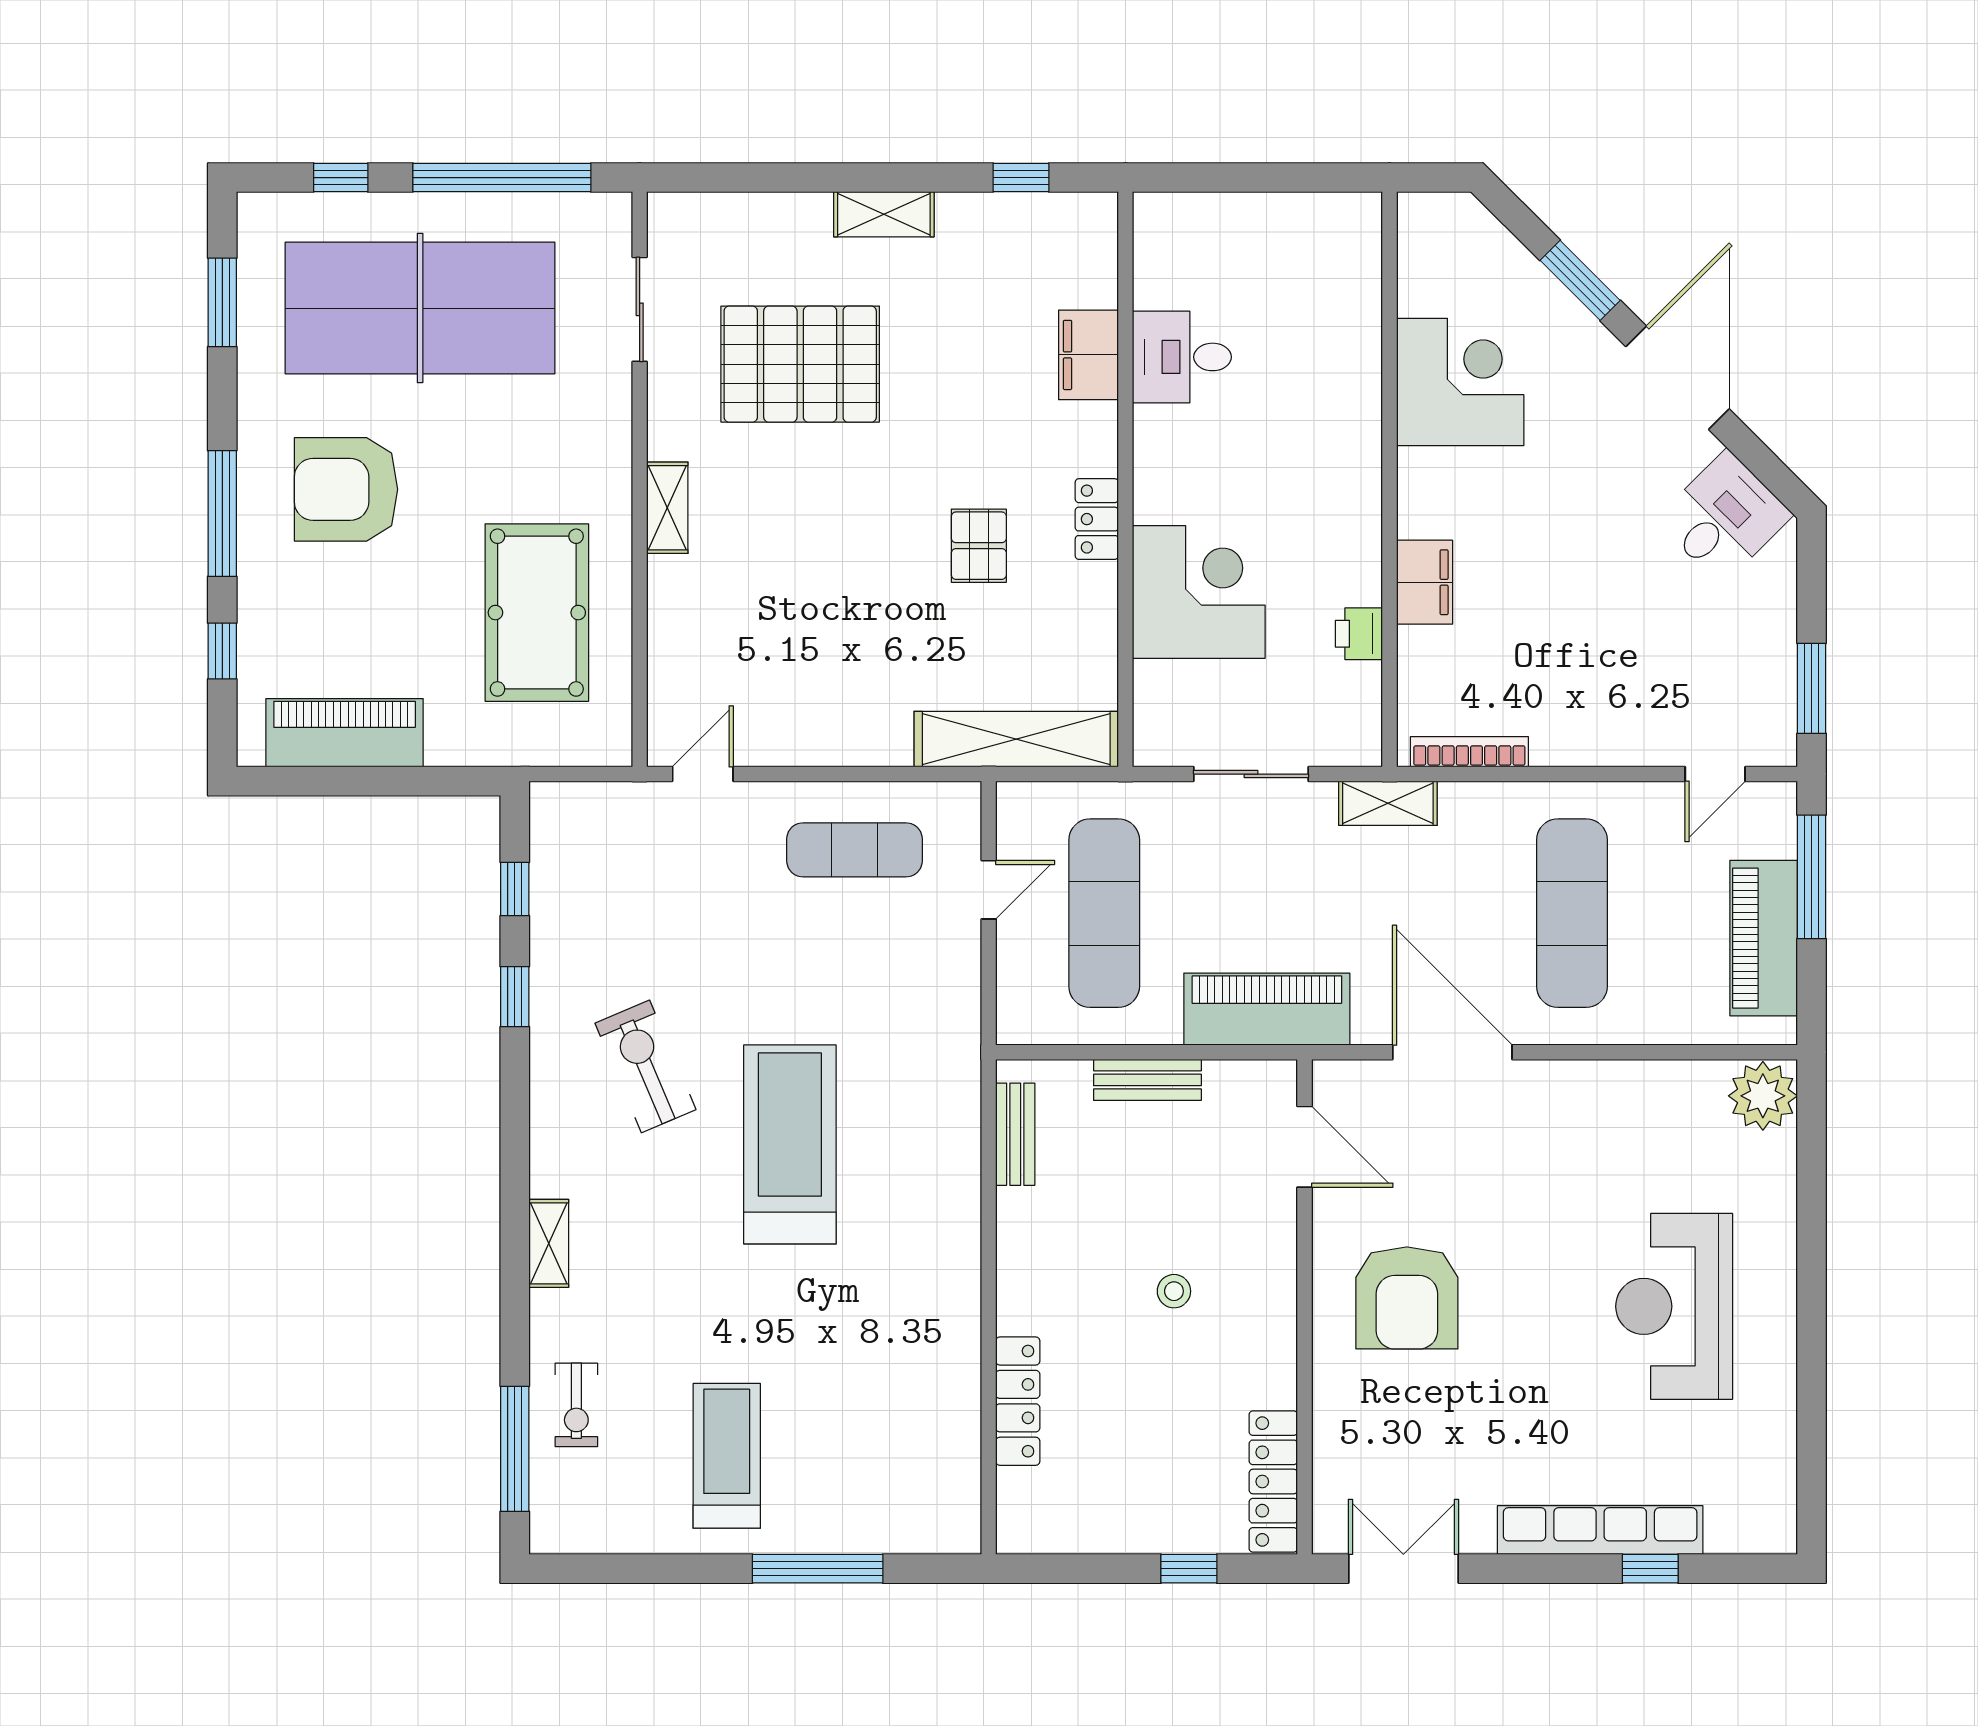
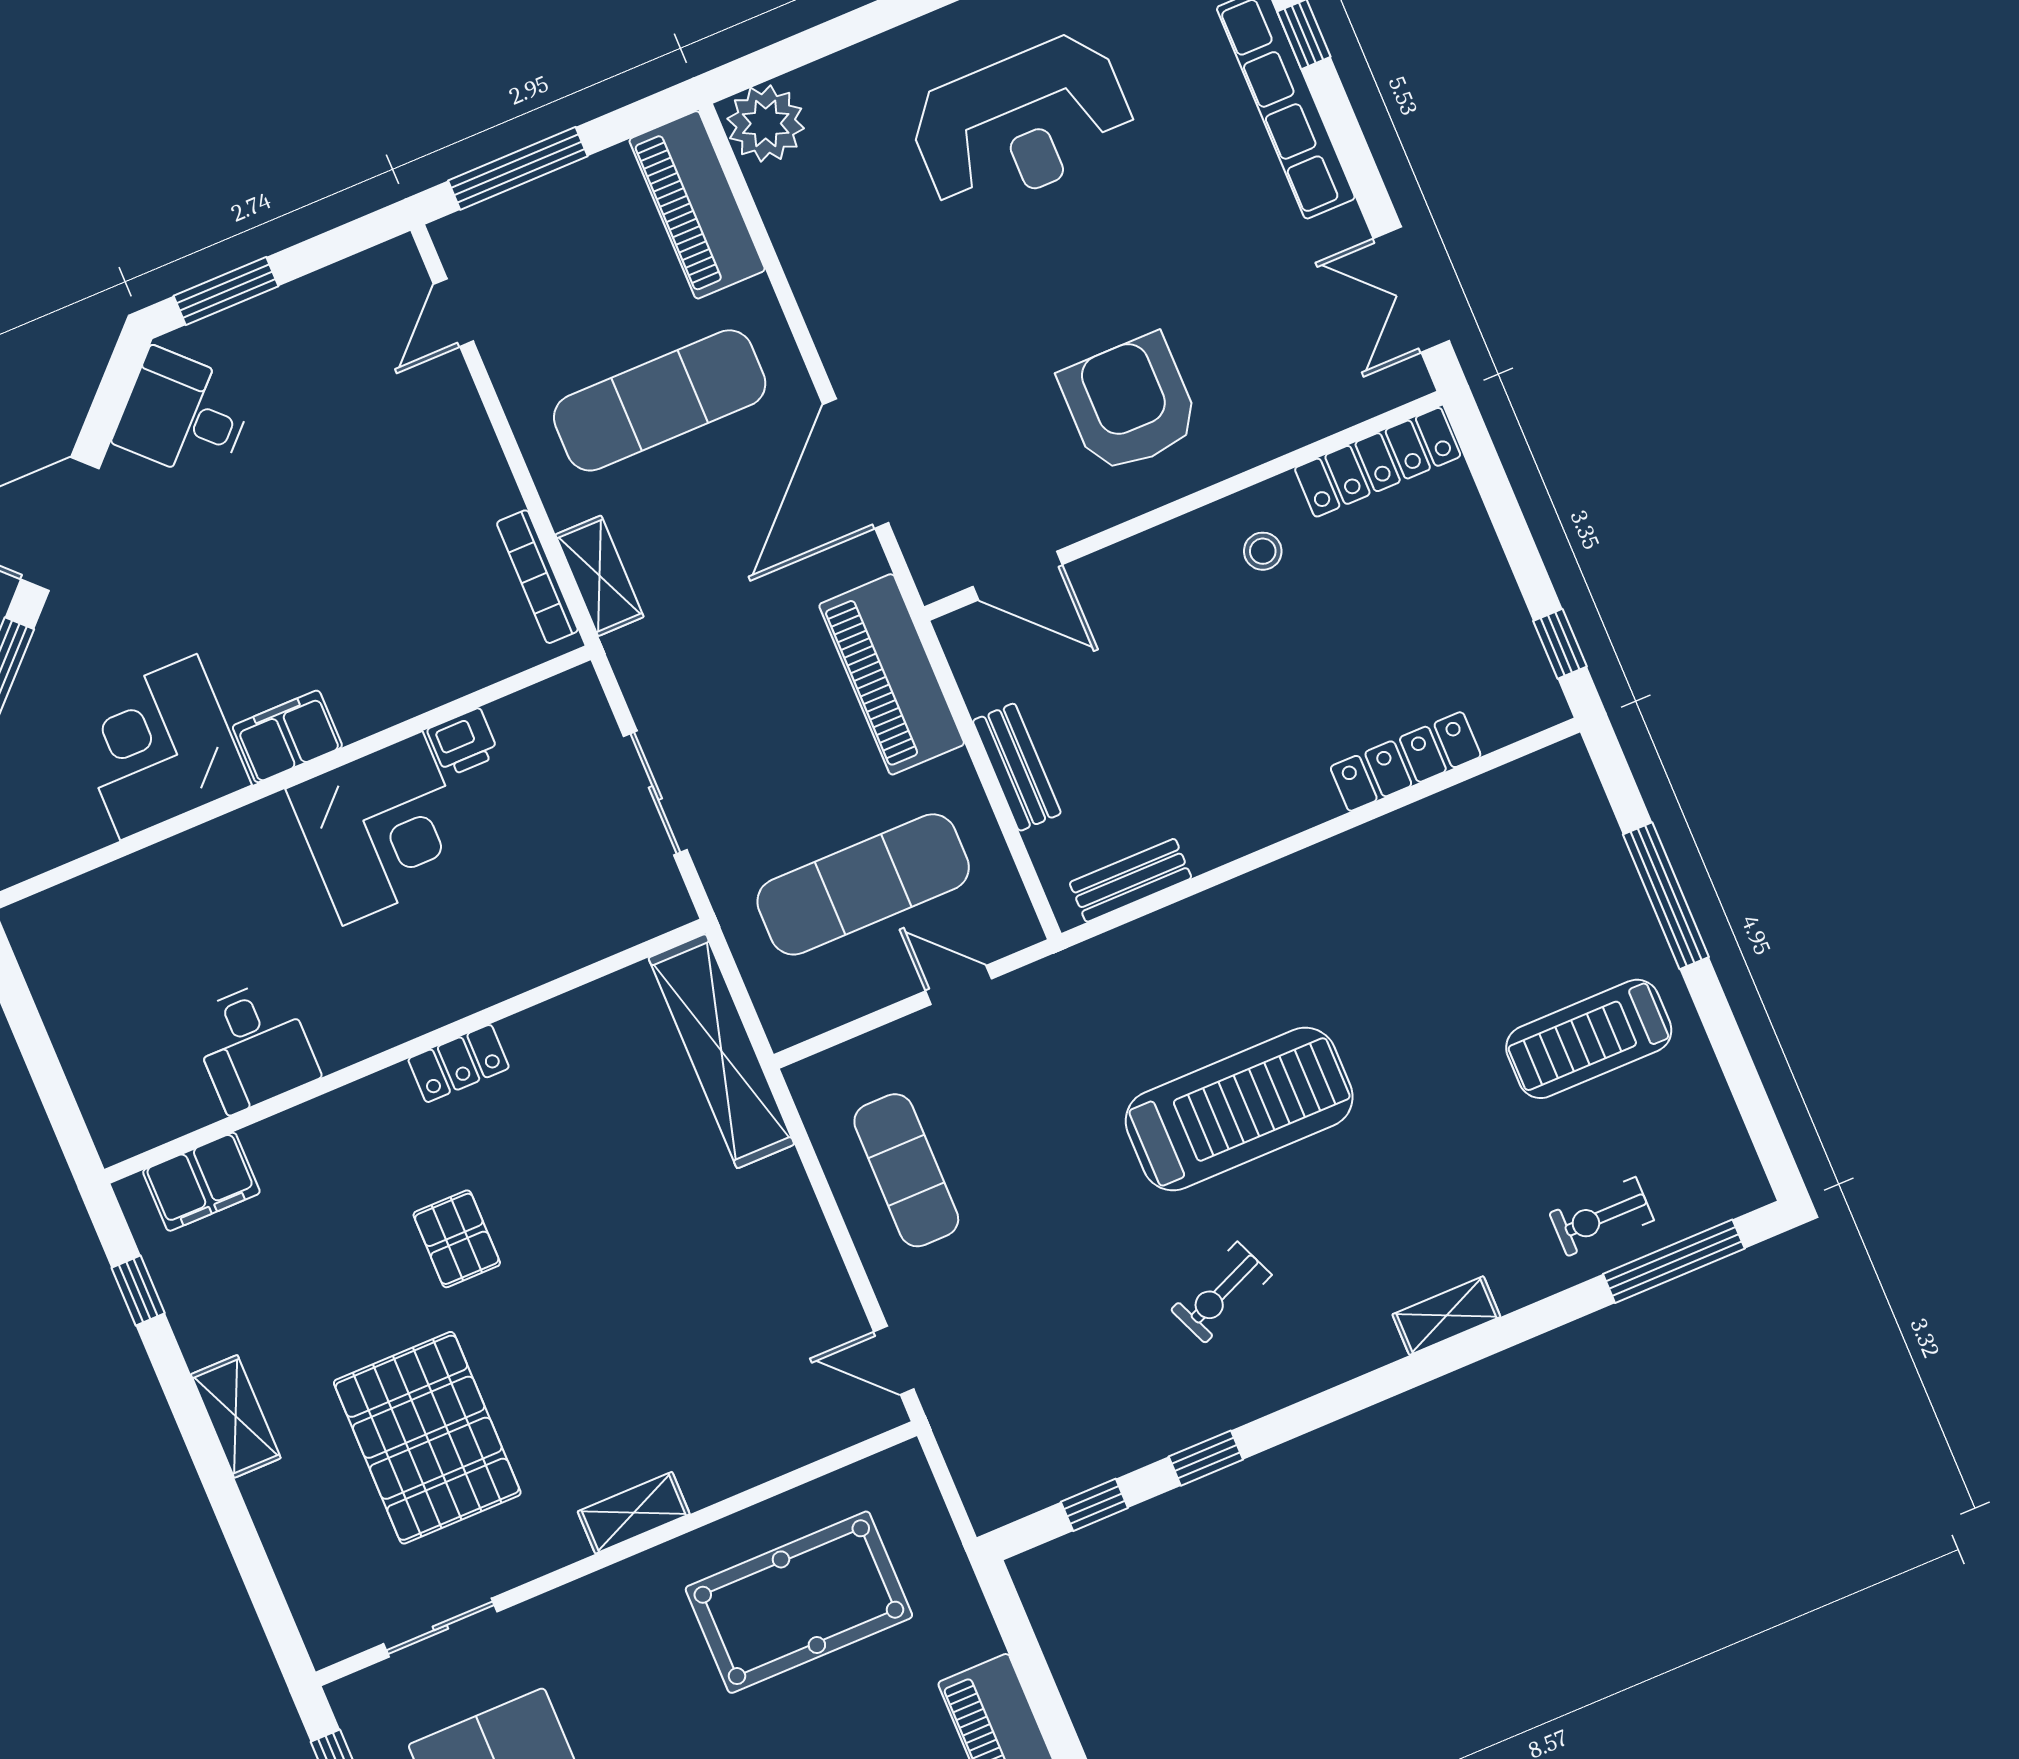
filing cabinet: (1088, 355) -> (201, 1182), moved
pallet: (979, 546) -> (457, 1239), moved, turned 90
filing cabinet: (1425, 582) -> (287, 736), moved
corner desk: (1199, 592) -> (383, 829), moved, turned 180
window: (1811, 688) -> (226, 291), moved
door: (1715, 774) -> (453, 313), swing flipped
shelving: (1388, 803) -> (600, 576), moved
door: (989, 890) -> (959, 985), moved
piano: (1764, 938) -> (697, 205), moved, turned 90
exercise bike: (645, 1066) -> (1221, 1292), width x0.73, depth x0.72
treadmill: (790, 1144) -> (1239, 1109), turned 180
door: (1305, 1147) -> (1018, 576), swing flipped
stool: (1174, 1291) -> (1263, 551), moved
armchair: (1407, 1298) -> (1130, 404), turned -90
exercise bike: (576, 1405) -> (1601, 1217), turned 180
window: (1189, 1569) -> (1560, 644), moved

